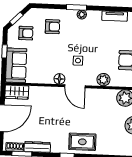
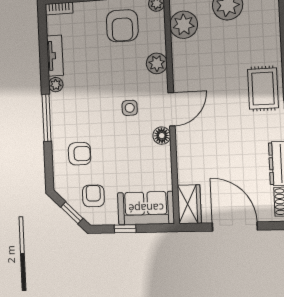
window: (76, 7) -> (47, 118), width x1.44
plant: (82, 15) -> (56, 85), moved
armchair: (52, 27) -> (80, 154), turned 90

